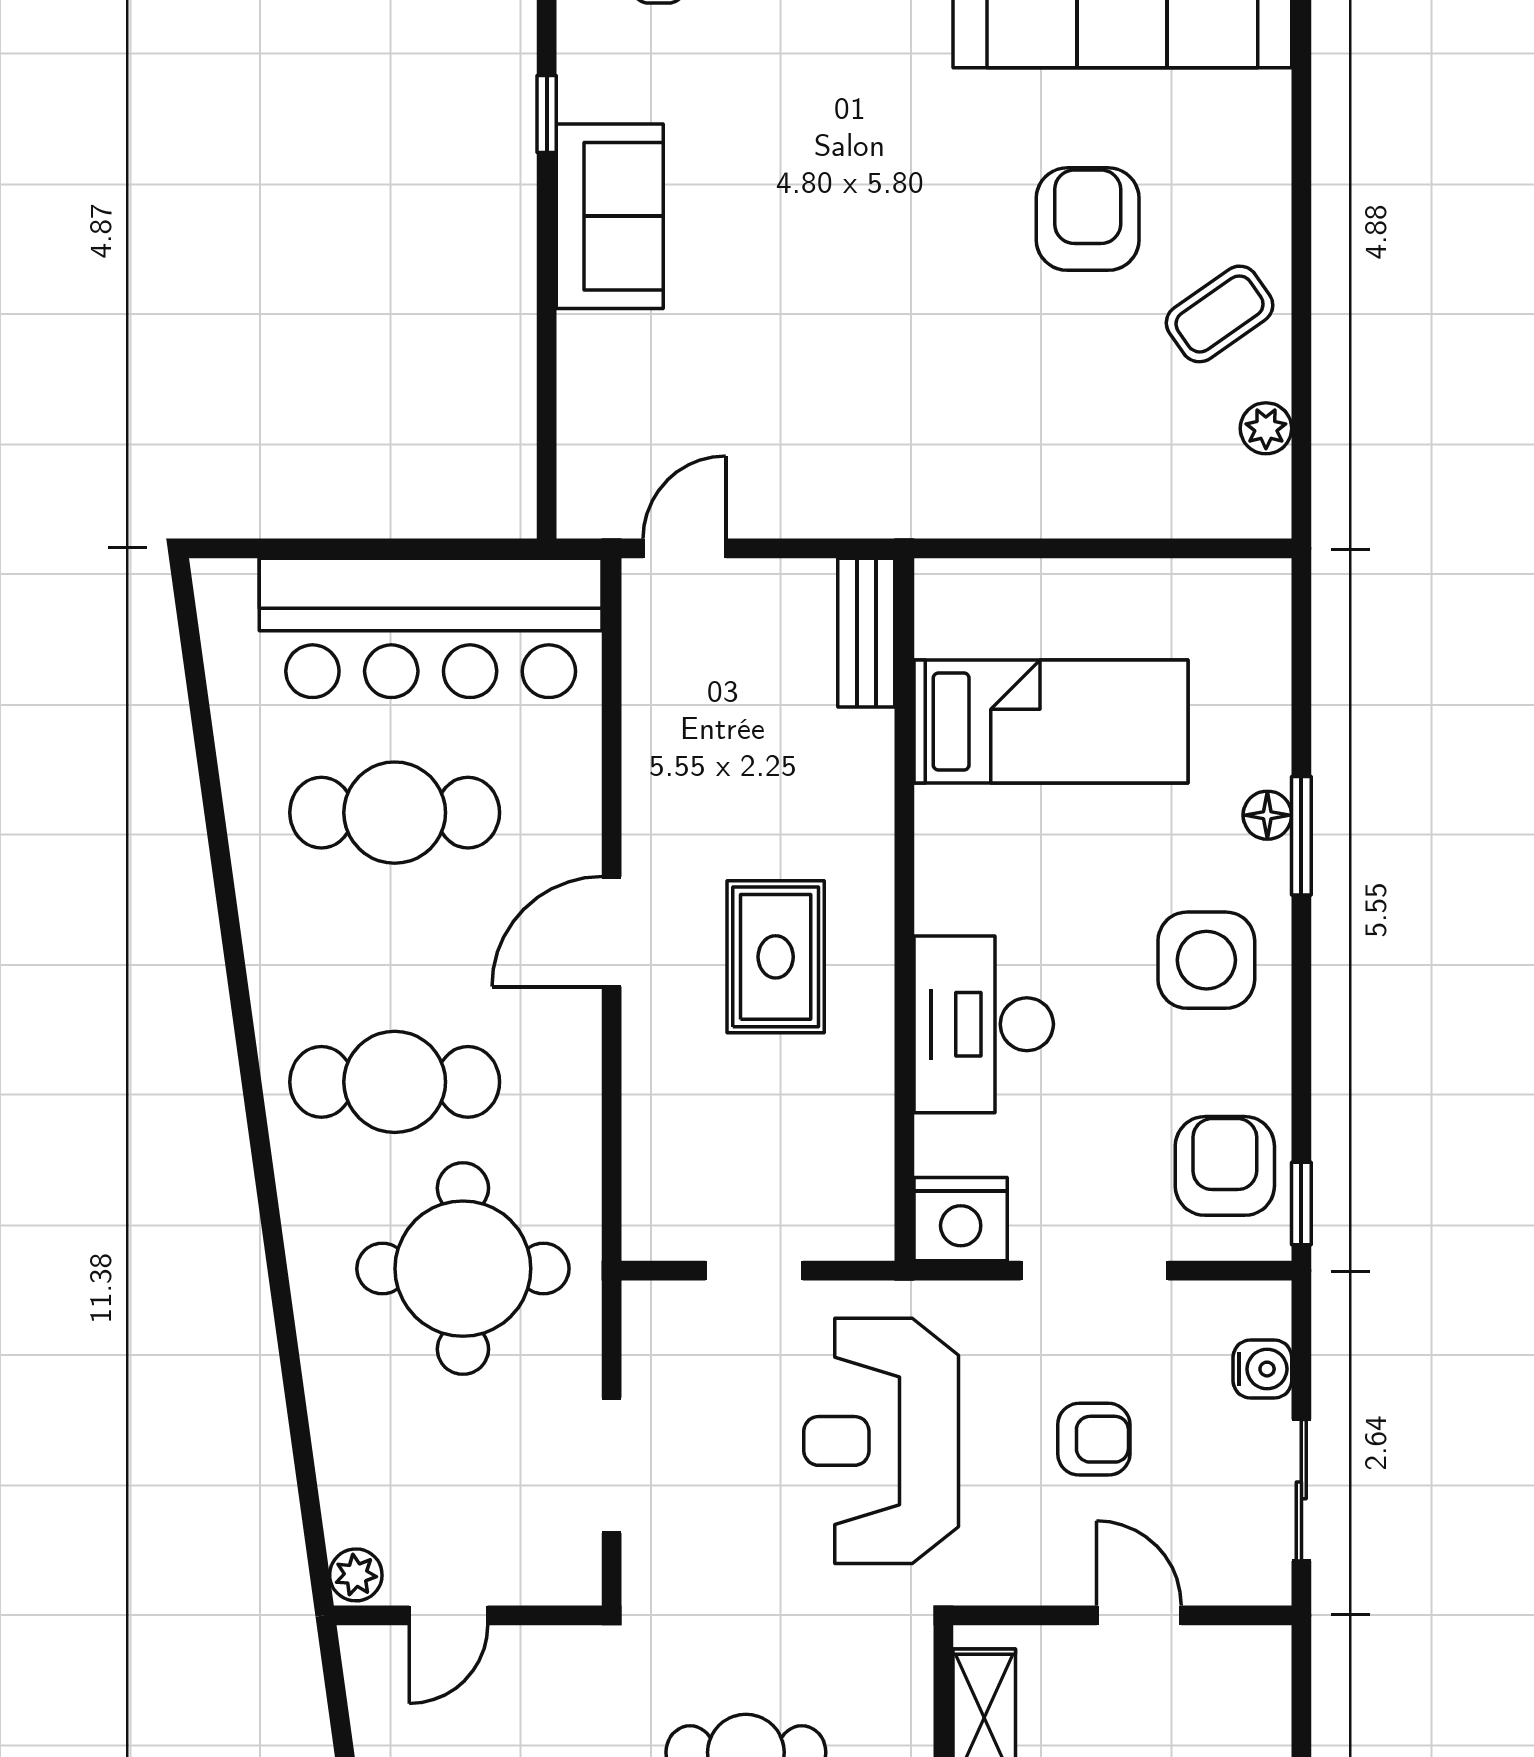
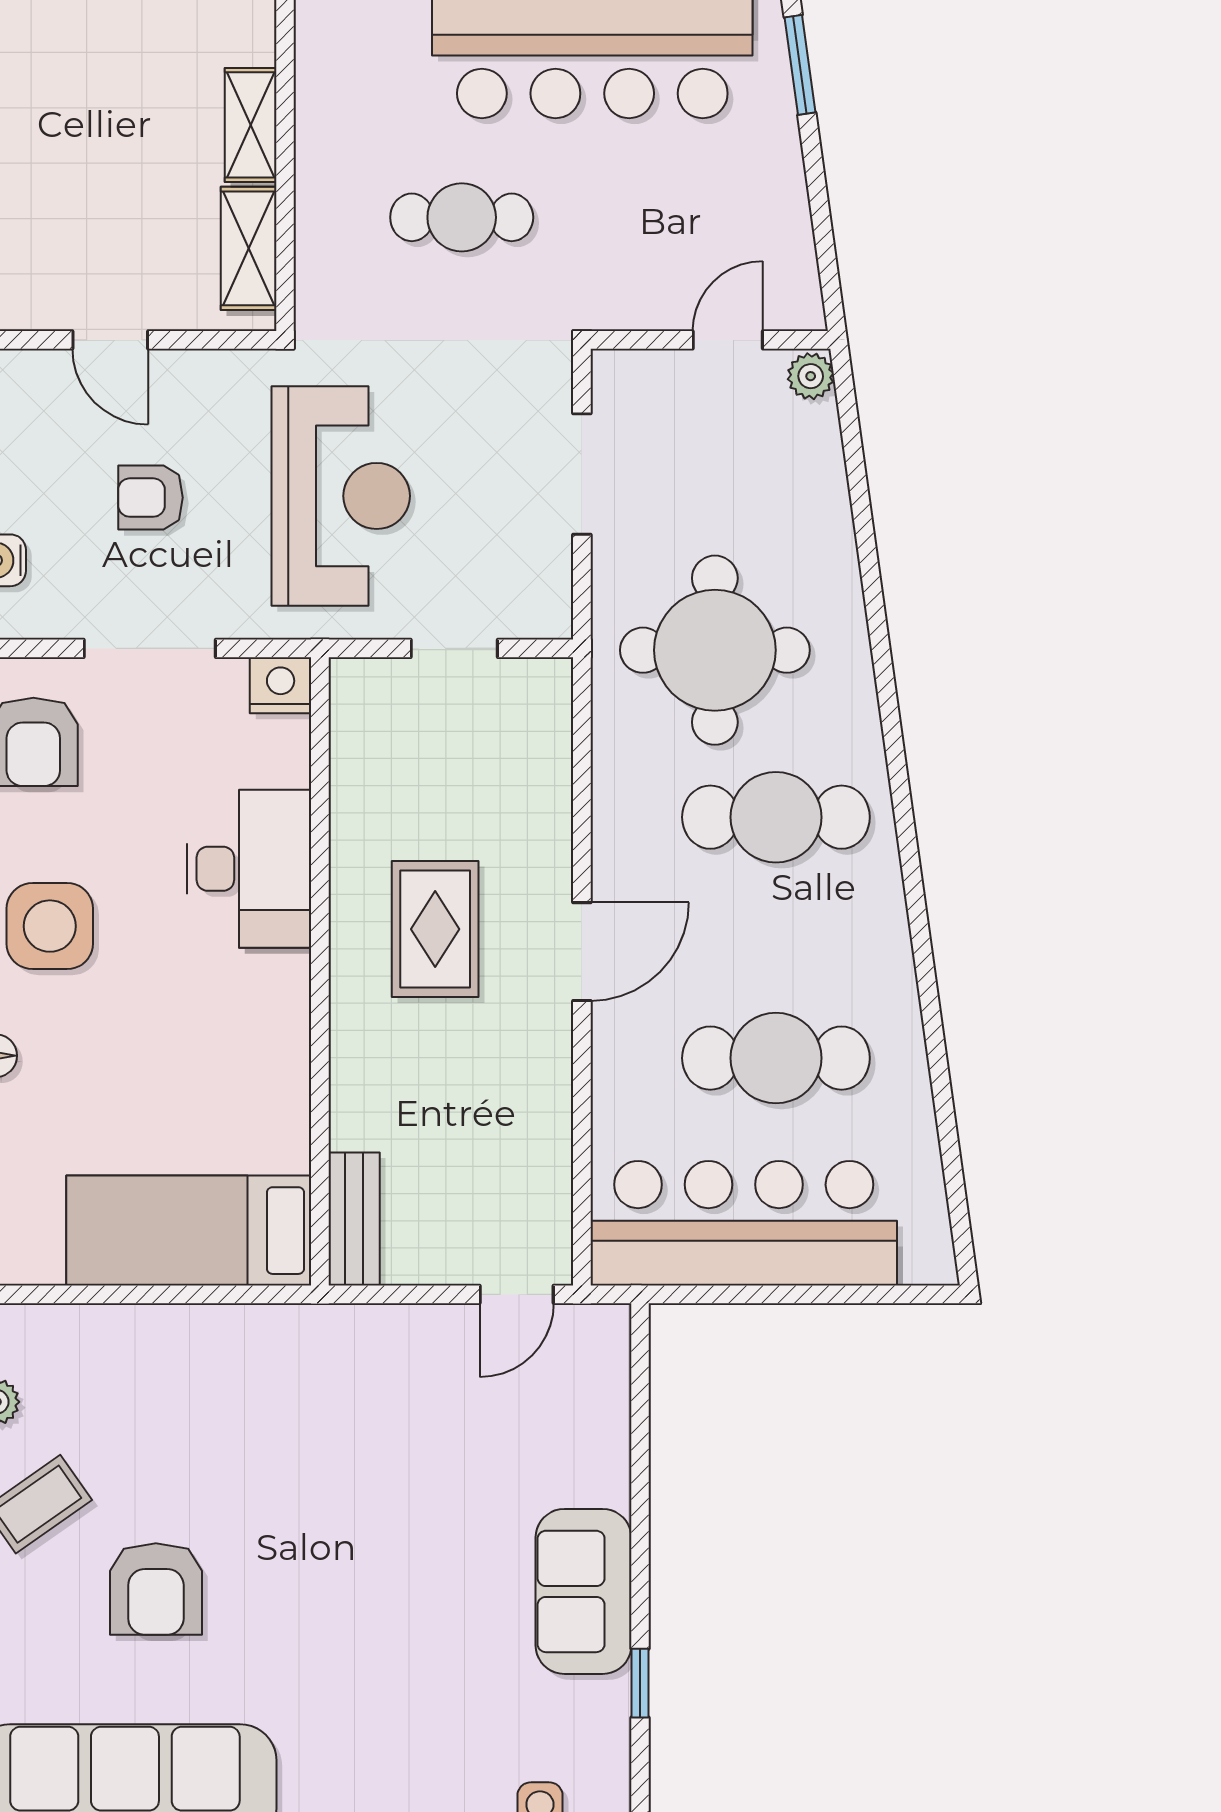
bed: (1051, 721) -> (189, 1231), moved
nightstand: (961, 1219) -> (281, 685), width x0.74, depth x0.75

